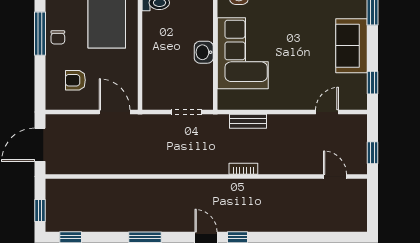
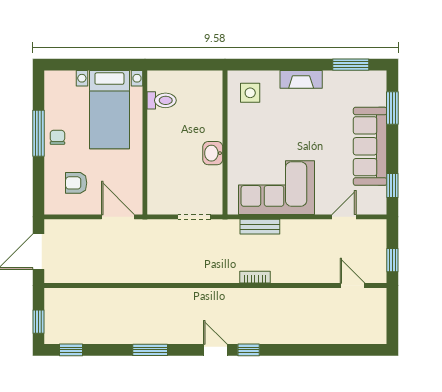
chair: (58, 37) -> (57, 137), turned 180
sofa: (352, 46) -> (370, 146), width x1.36
corner sofa: (243, 53) -> (276, 188), moved, turned -90

